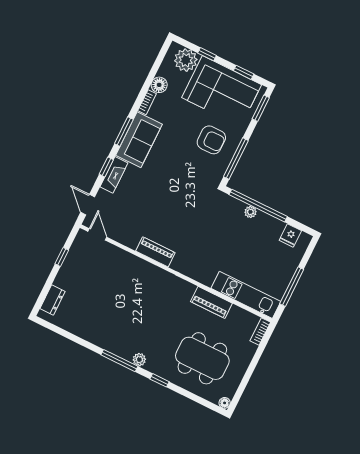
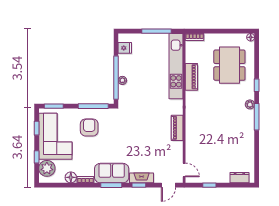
door: (97, 234) -> (184, 170), swing flipped
kitchen unit: (246, 295) -> (176, 66), width x1.36

